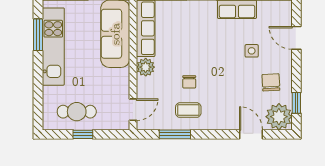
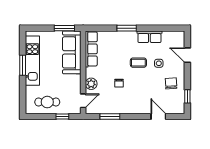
window: (38, 35) -> (23, 65), moved
plant: (146, 67) -> (91, 84), moved
coffee table: (188, 110) -> (138, 63), moved
plant: (279, 117) -> (176, 105), removed
window: (83, 134) -> (62, 116), moved

